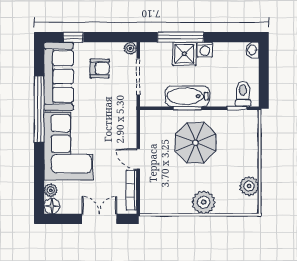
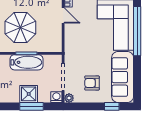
window: (181, 37) -> (31, 106), width x0.69
washing machine: (205, 50) -> (56, 97), moved
window: (39, 109) -> (137, 31), moved

